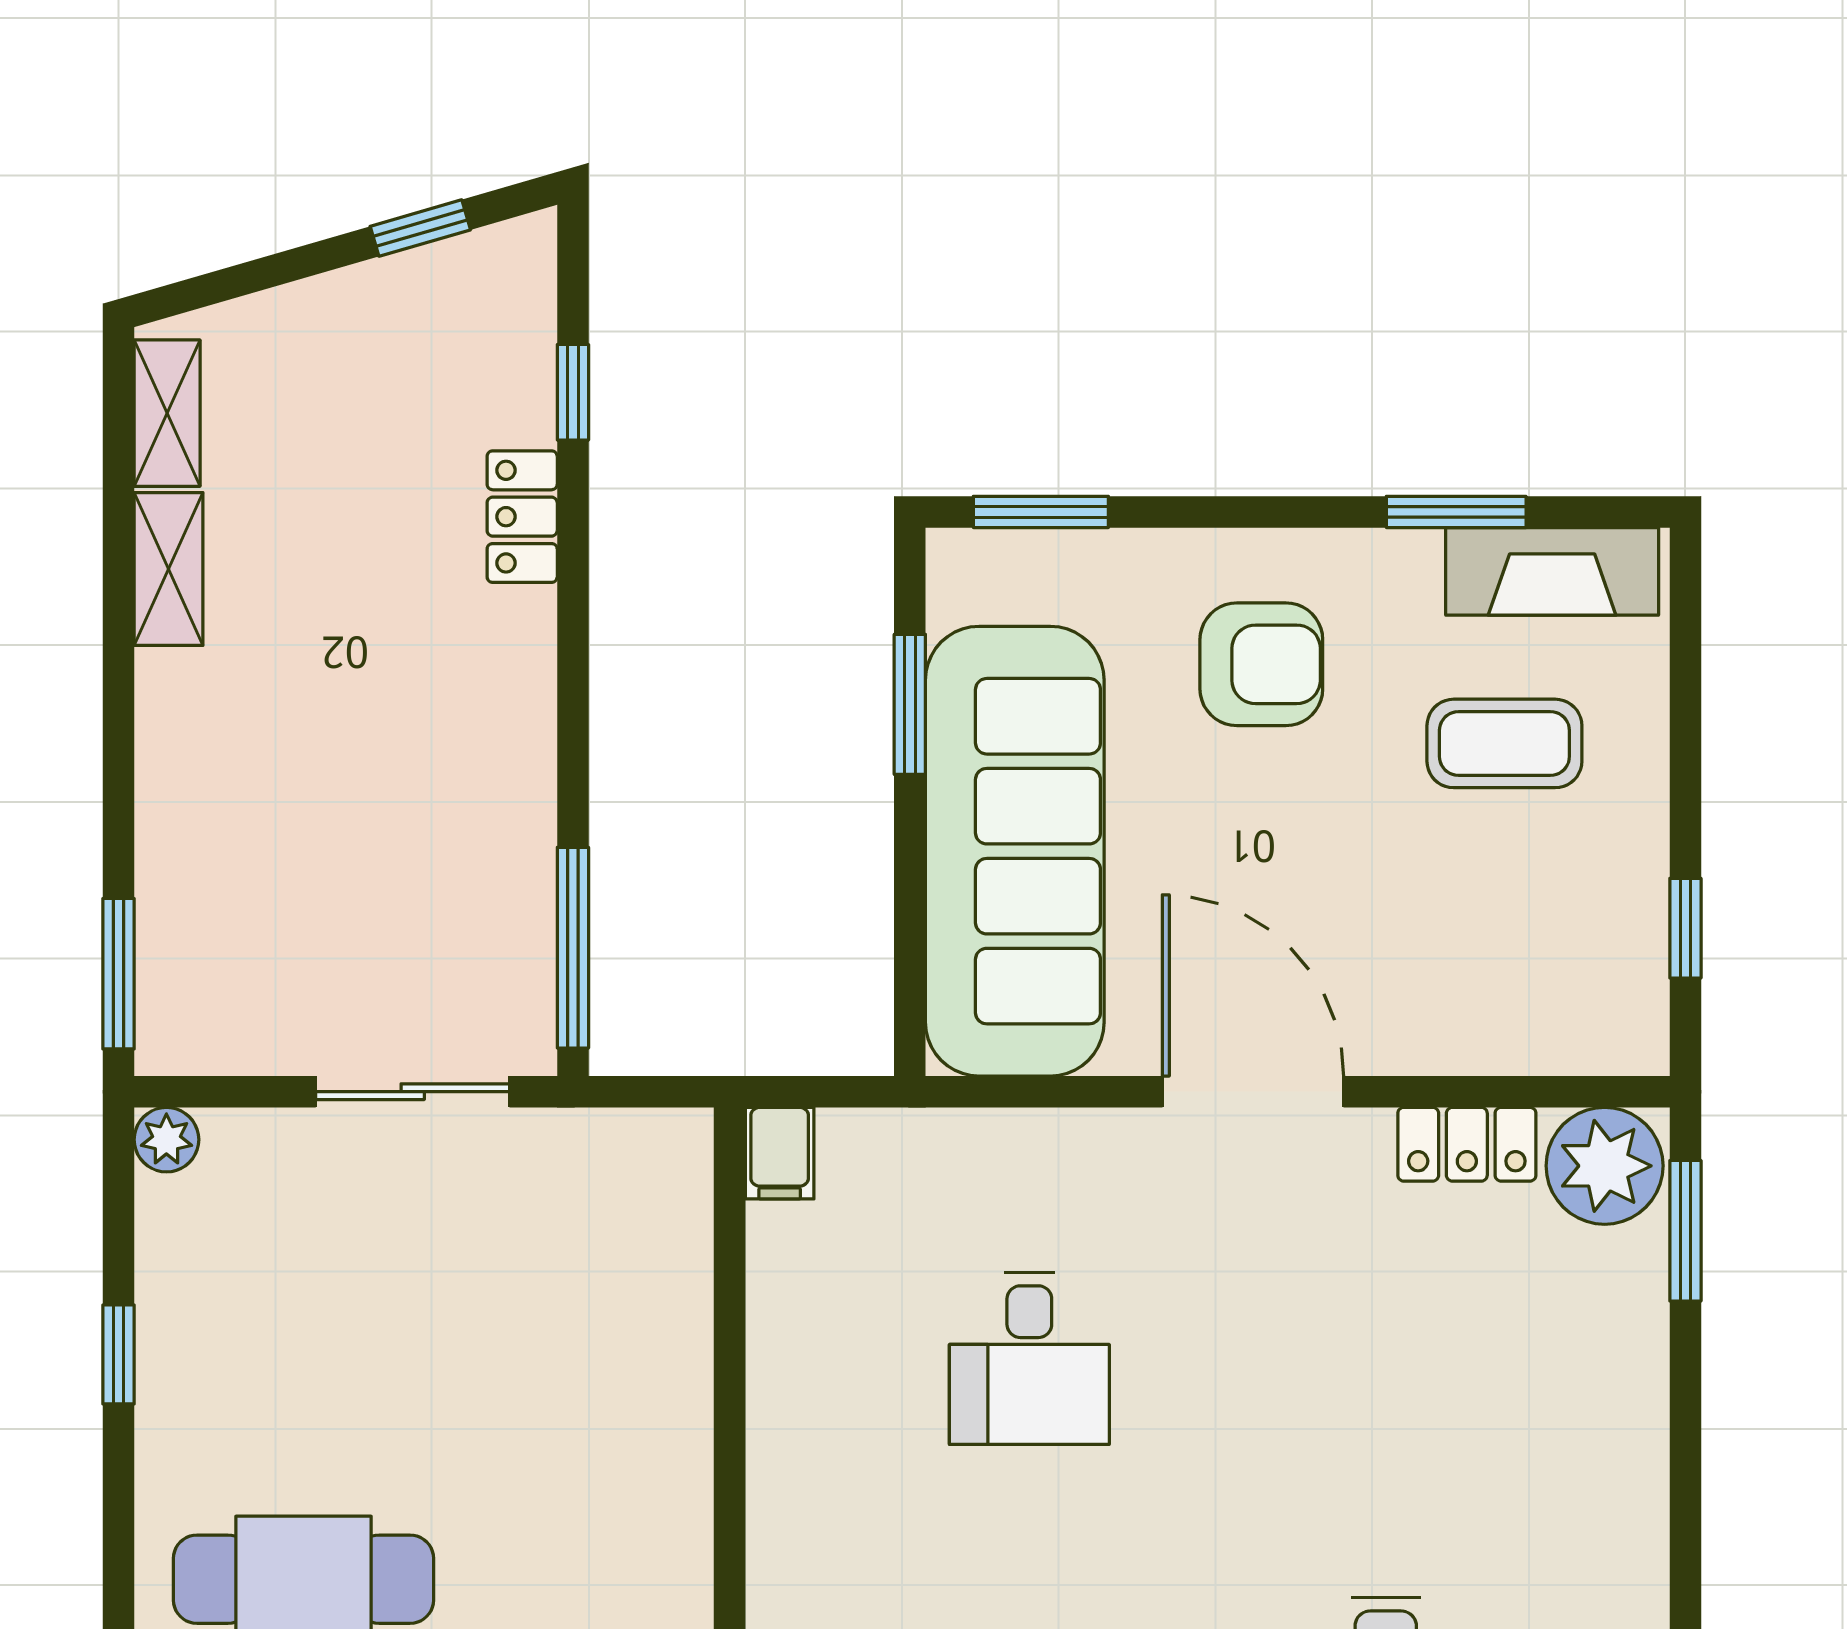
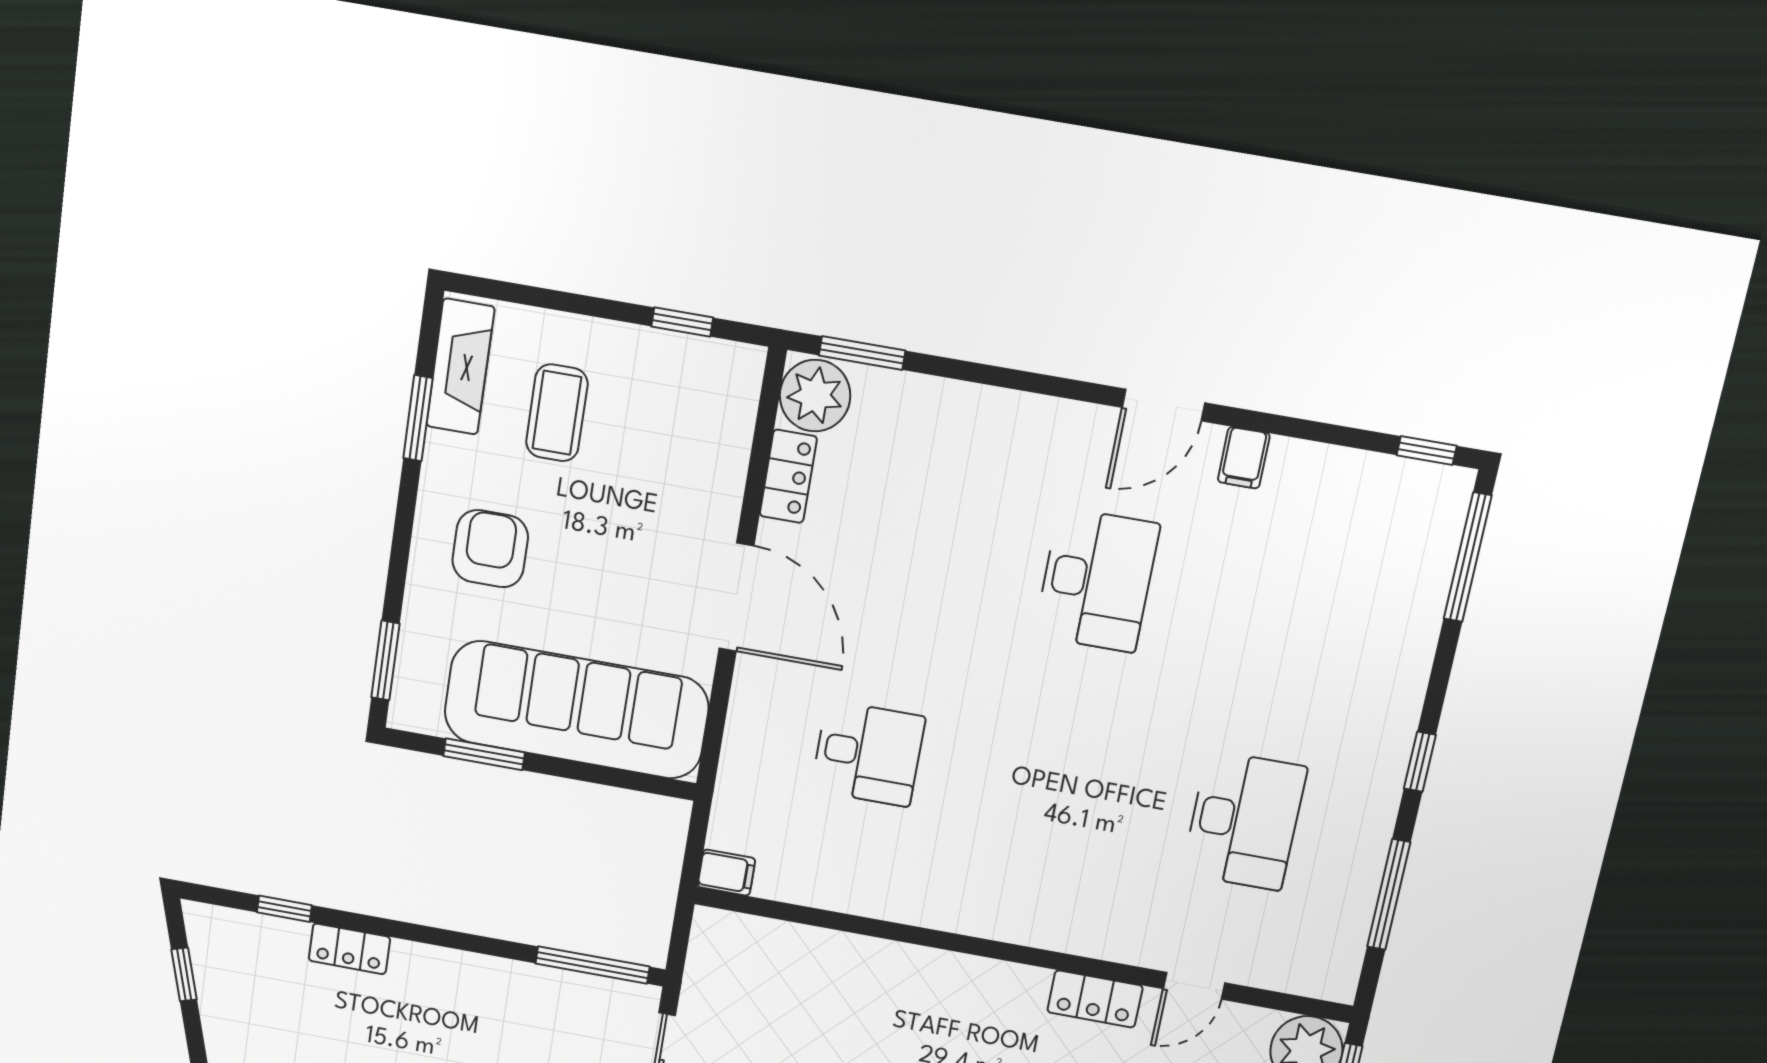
door: (1253, 1092) -> (736, 597), swing flipped

